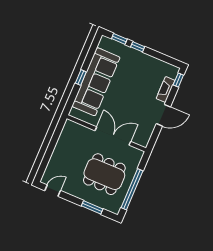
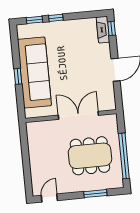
fireplace: (166, 89) -> (103, 30), moved

